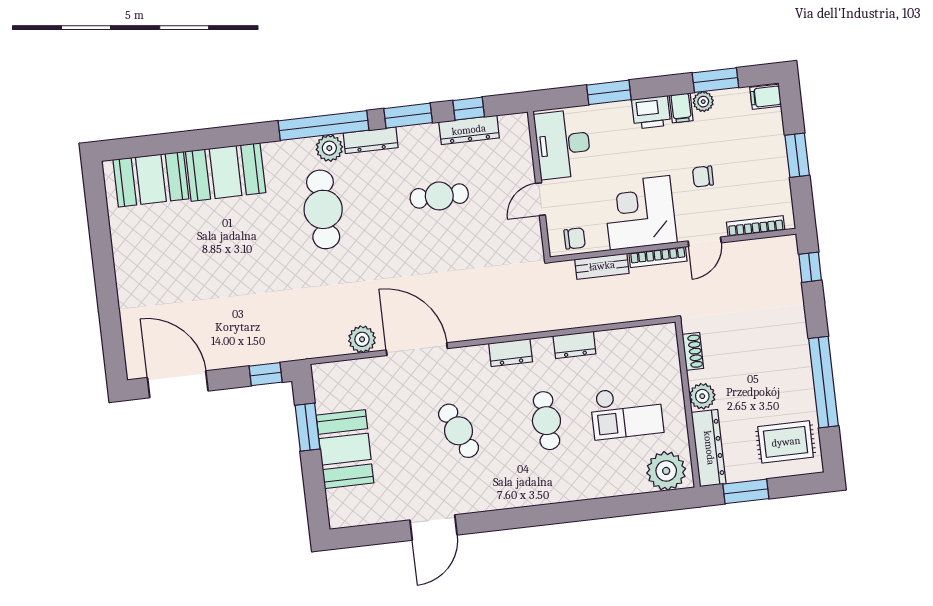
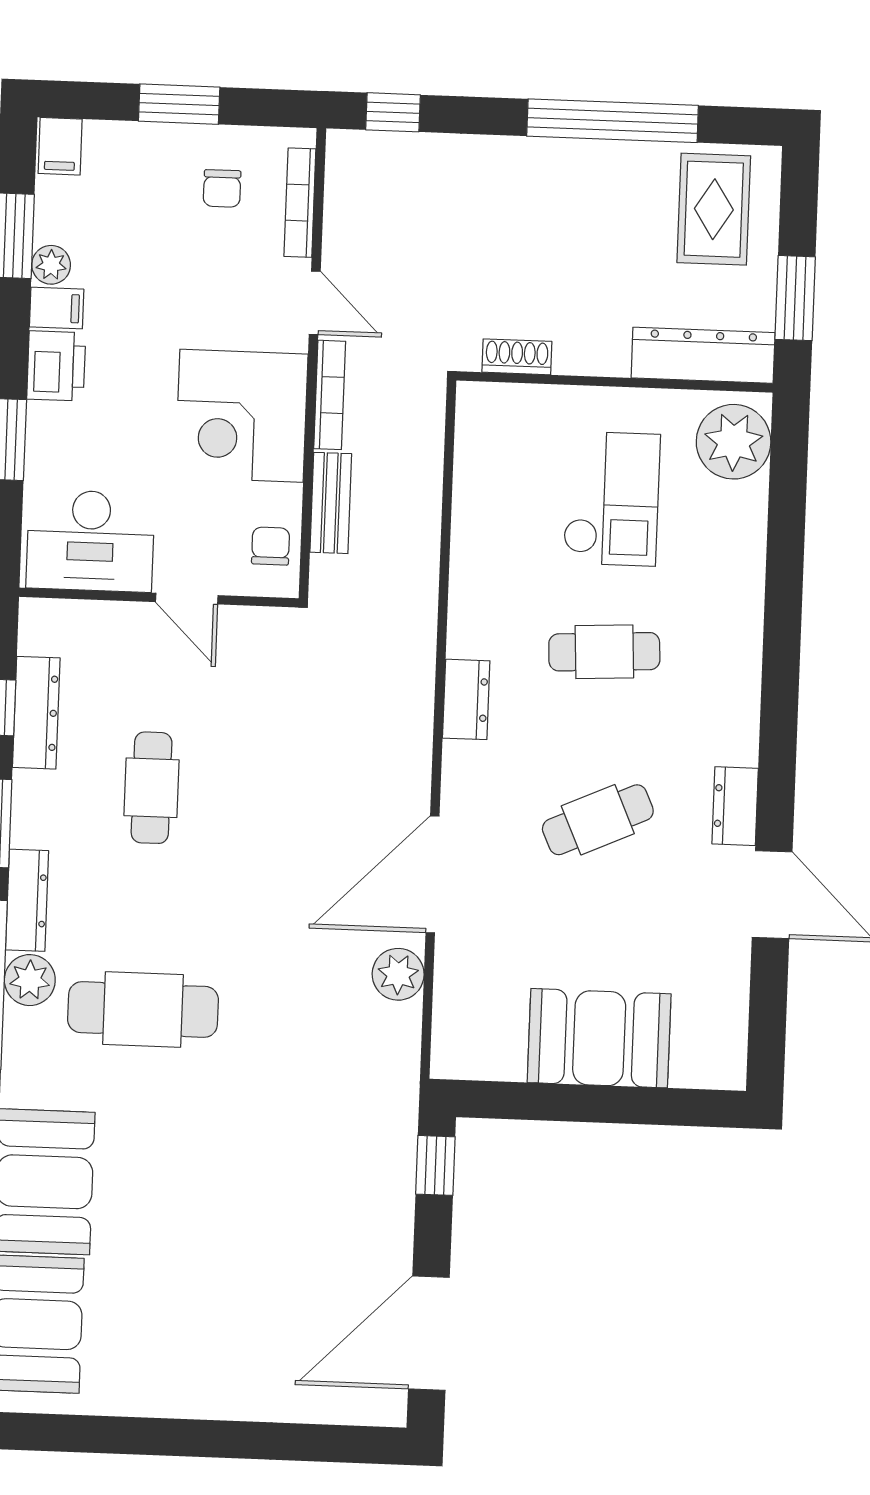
chair: (703, 176) -> (222, 188), moved
dresser: (574, 345) -> (735, 806), moved, turned 180
plant: (702, 396) -> (604, 352), removed
window: (308, 427) -> (547, 1102), removed

